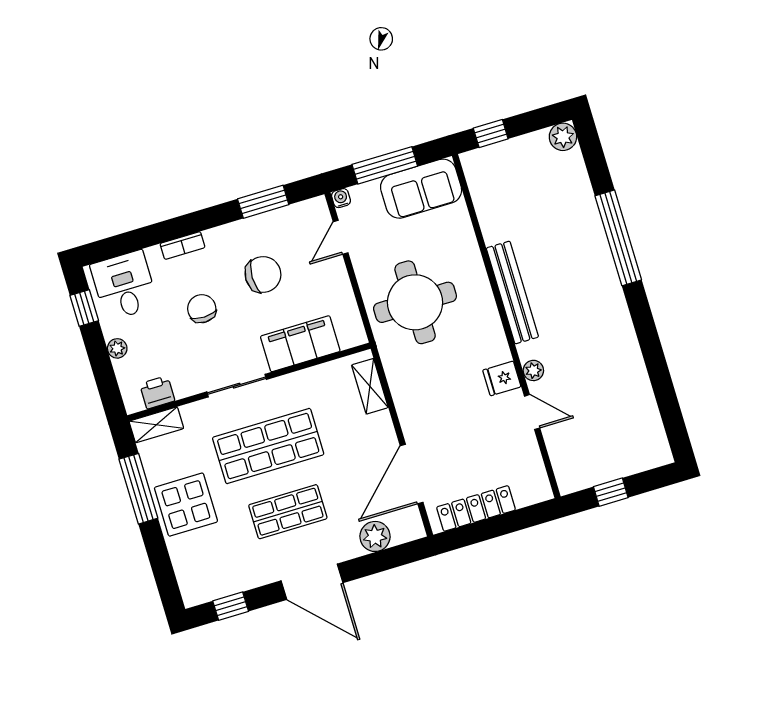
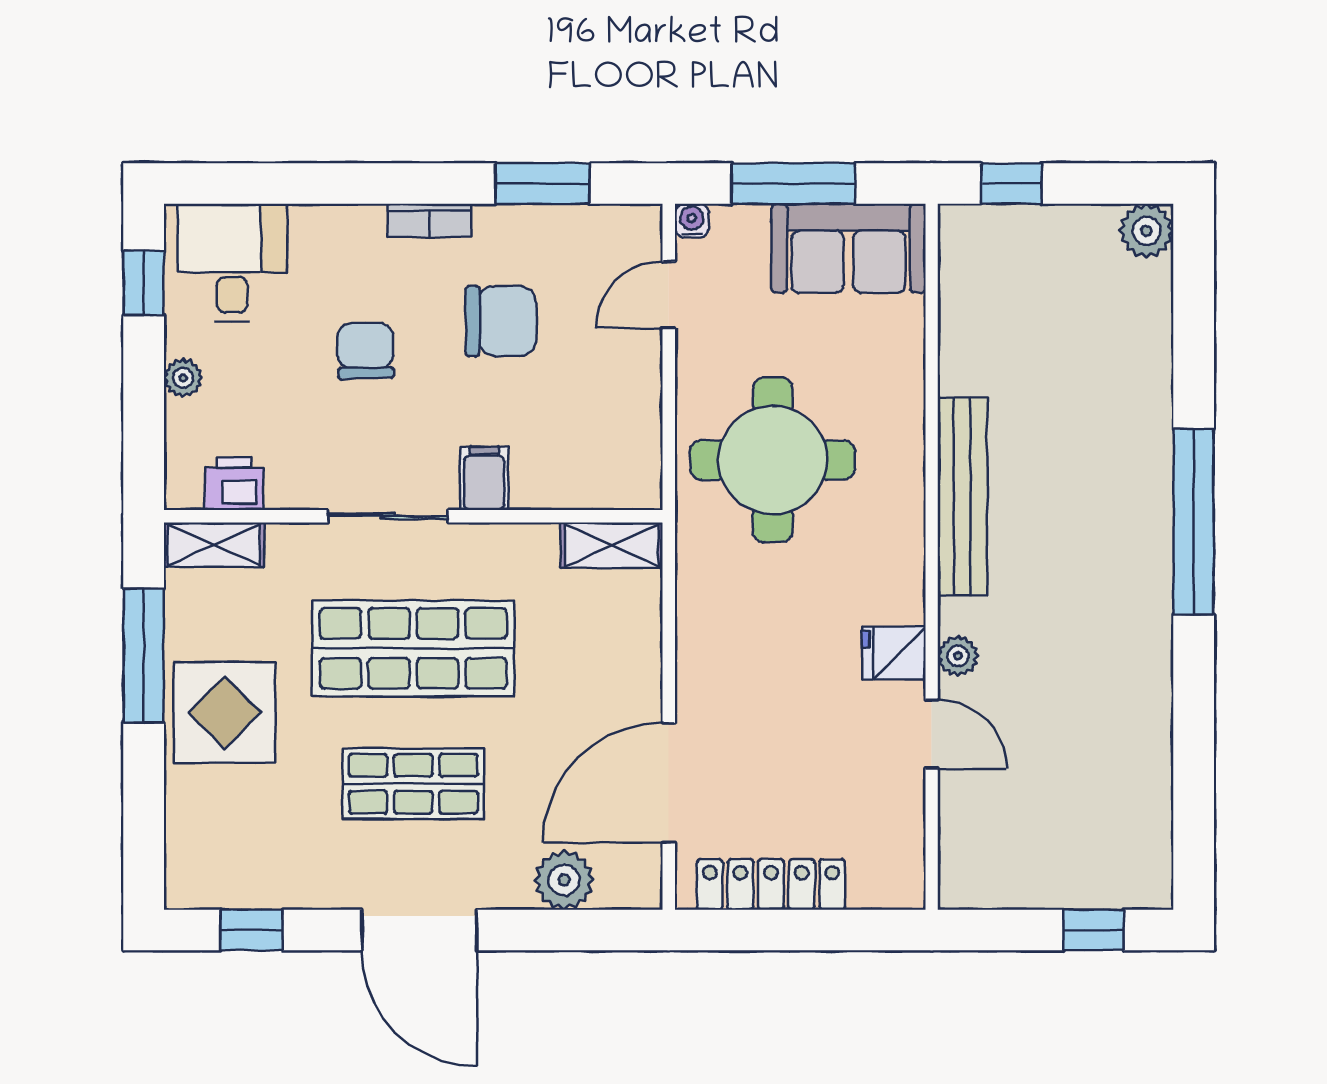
window: (618, 238) -> (1194, 522), moved
bookcase: (183, 245) -> (429, 220), moved
filing cabinet: (300, 344) -> (484, 478), width x0.33, depth x0.86
shelving: (370, 386) -> (612, 545), moved, turned 90
window: (611, 492) -> (1094, 930), moved

